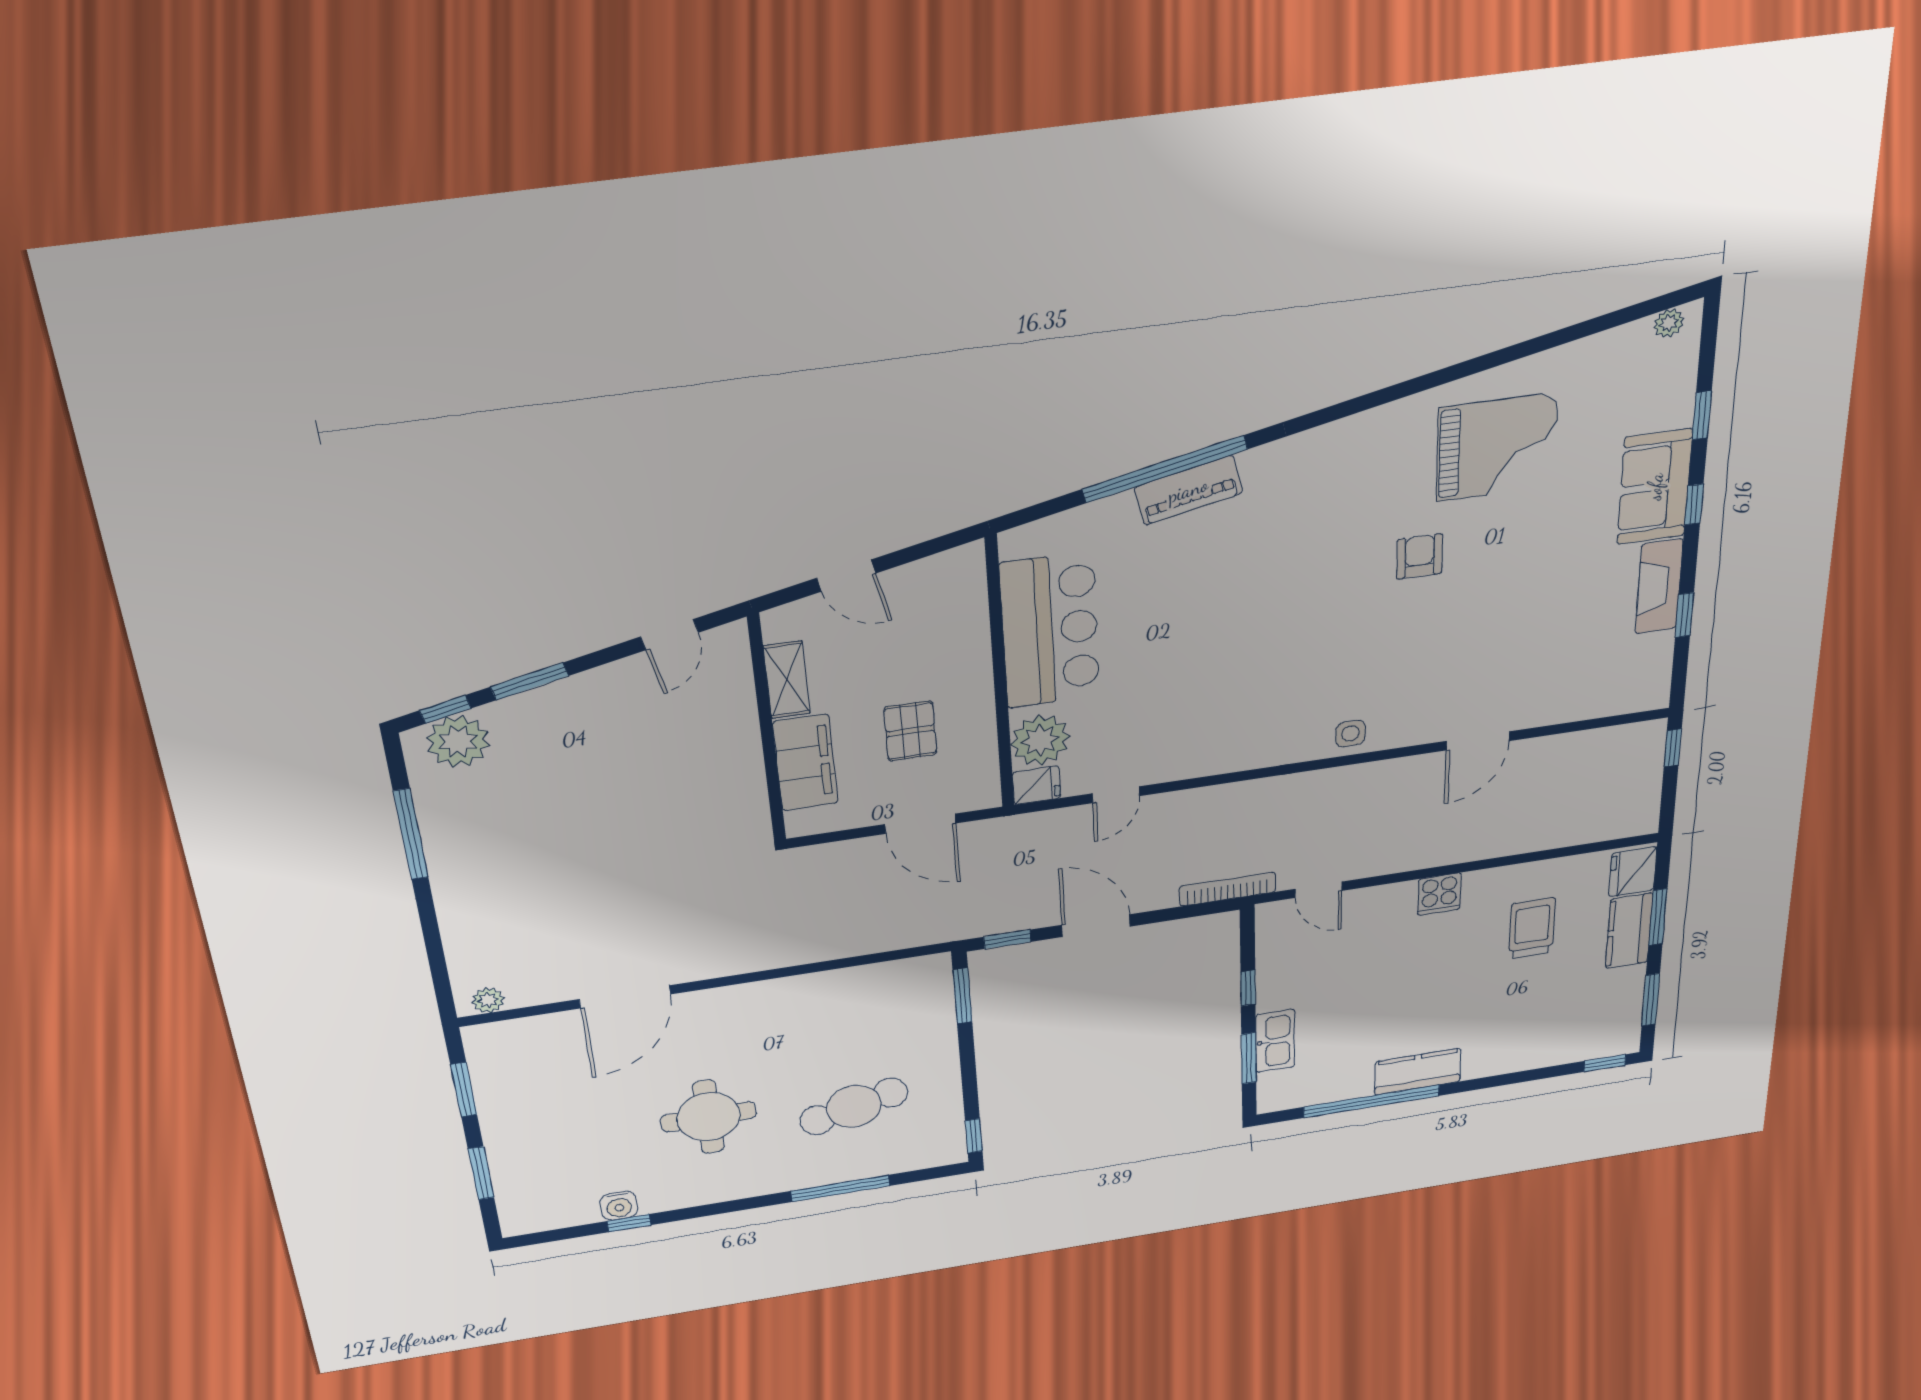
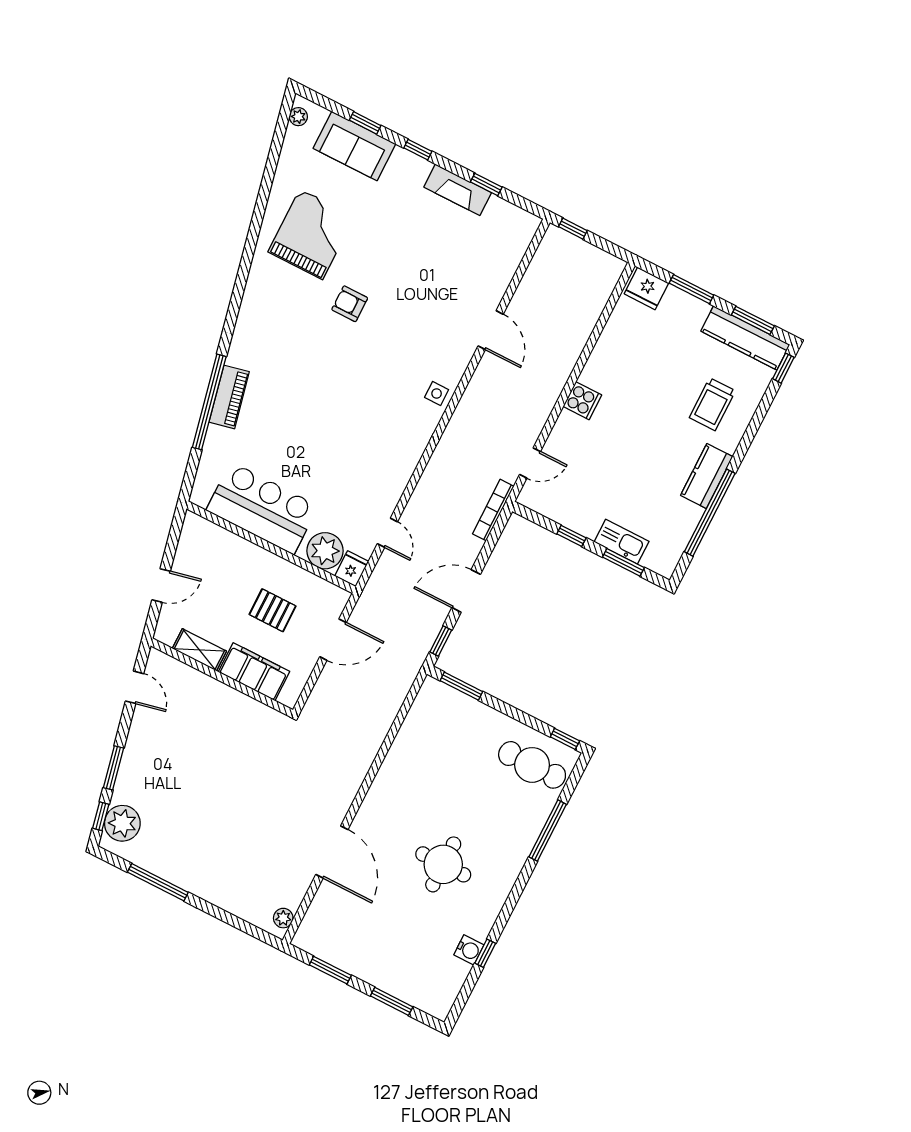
sofa: (1655, 487) -> (354, 146), moved
trolley: (1532, 928) -> (712, 404), moved, turned -90
kitchen counter: (1629, 931) -> (745, 338), moved, width x1.50
cafe table: (854, 1107) -> (532, 765), moved, turned -75

